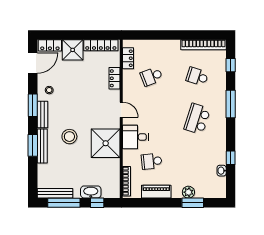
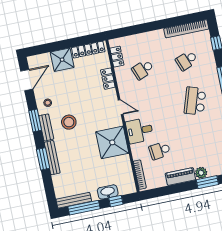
locker: (50, 45) -> (40, 60), removed
school desk: (197, 76) -> (187, 60), turned -39
stool: (69, 137) -> (69, 122), moved
piano: (156, 192) -> (180, 177), moved

